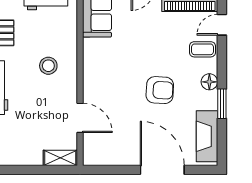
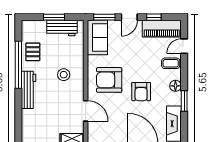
armchair: (114, 73) -> (109, 80), added
armchair: (160, 90) -> (141, 92), turned 87

